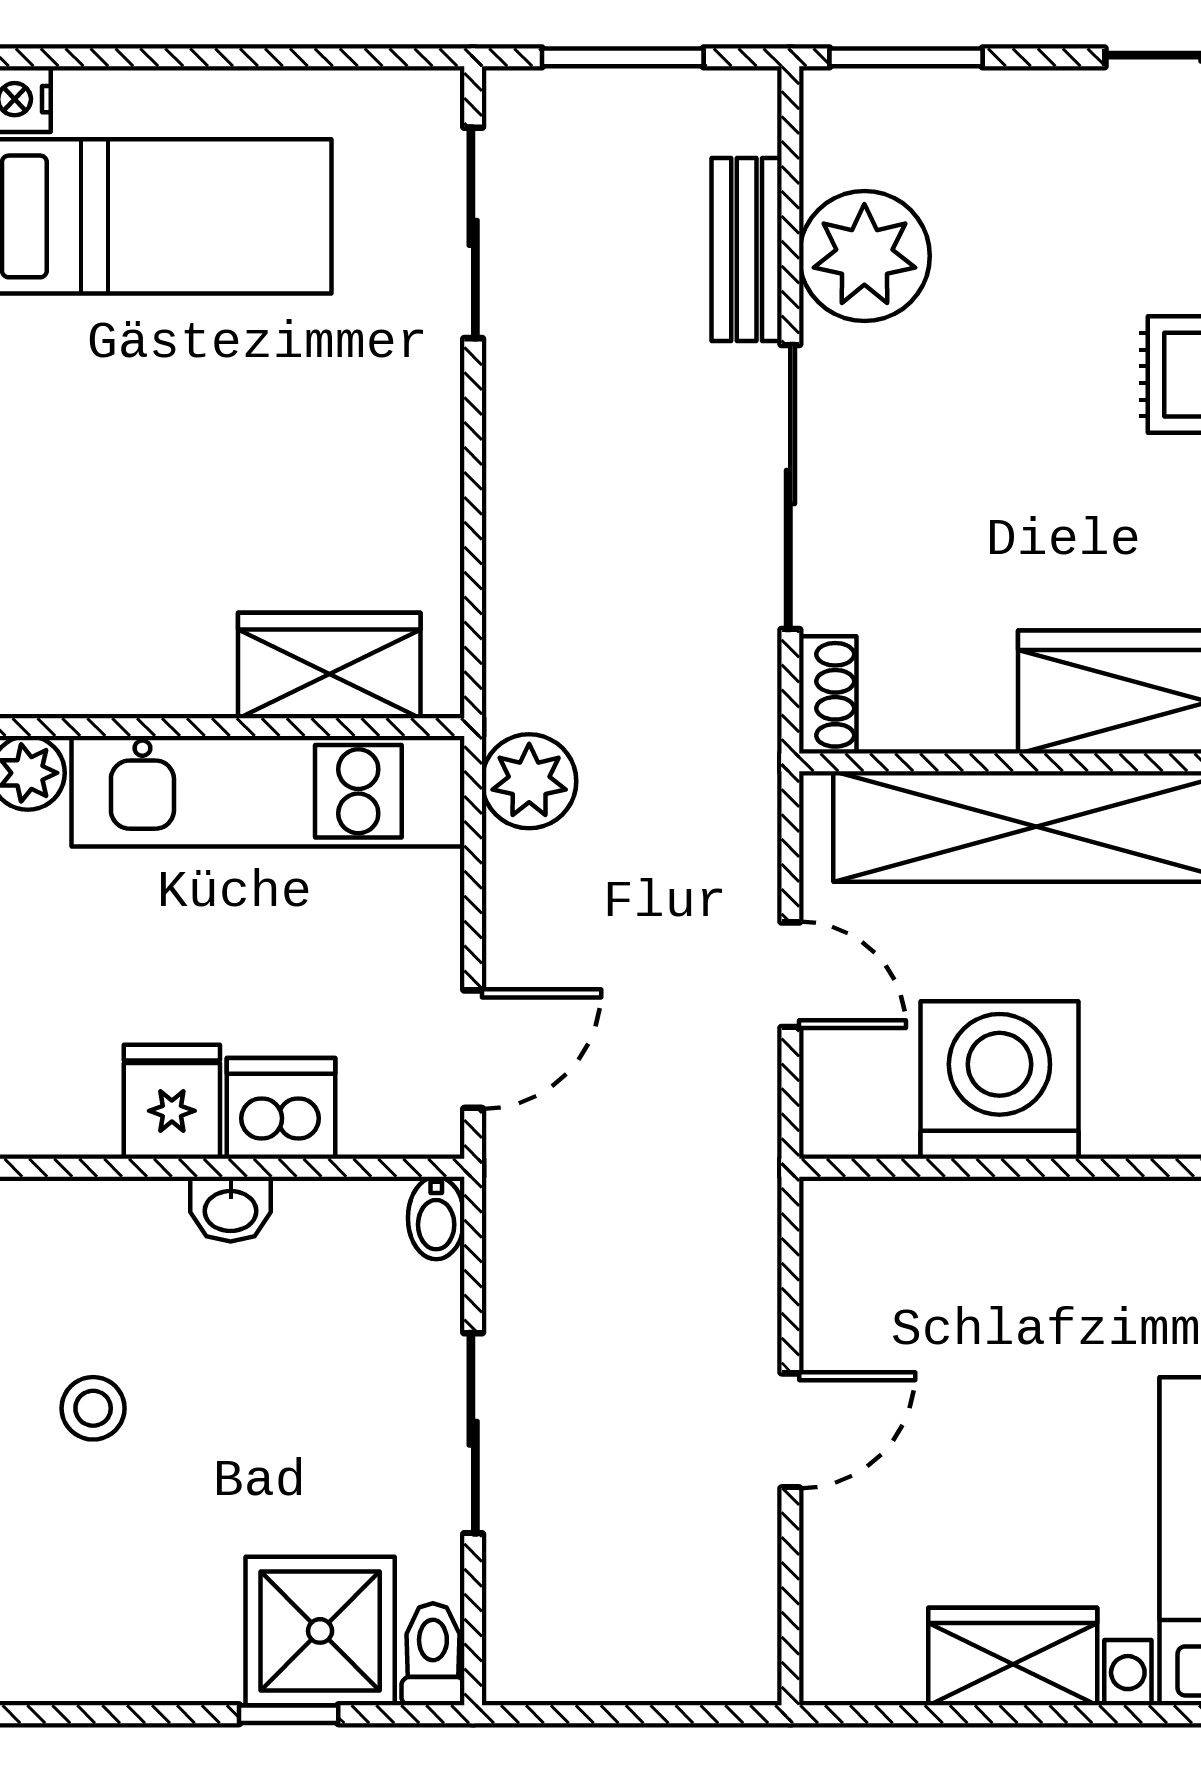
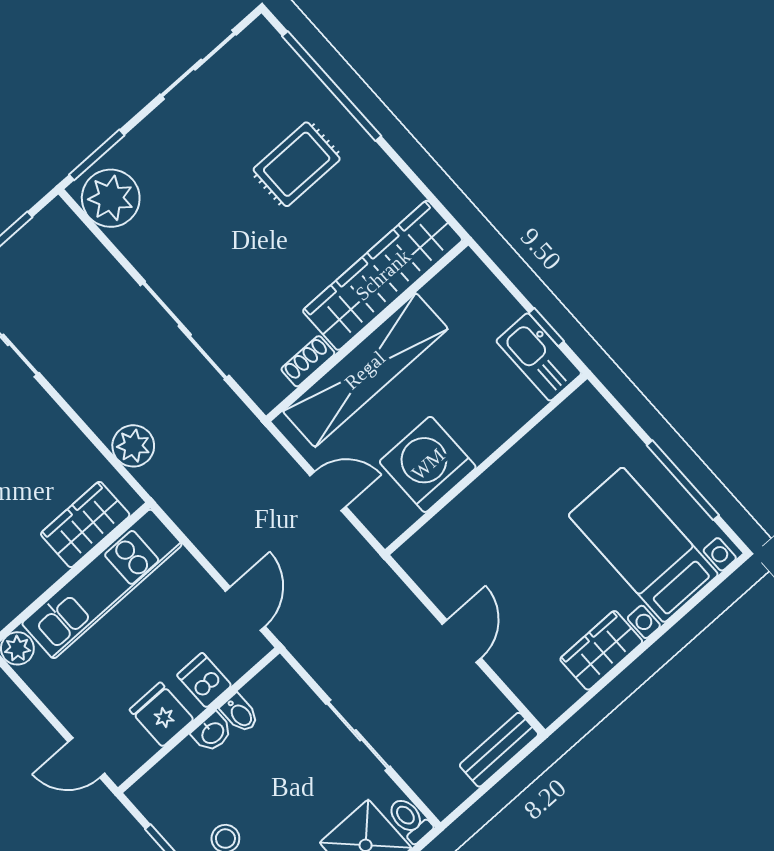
bench: (747, 250) -> (499, 750), moved, turned 90
plant: (864, 256) -> (111, 198), moved
shoe rack: (828, 695) -> (308, 361), moved, turned -90
plant: (529, 781) -> (133, 446), moved
dishwasher: (281, 1108) -> (204, 680), width x0.73
bidet: (436, 1218) -> (240, 713), moved

